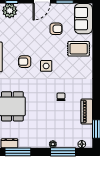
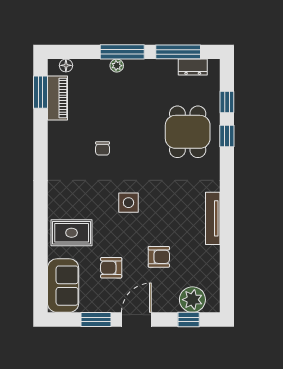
armchair: (25, 62) -> (159, 257), moved
piano: (87, 112) -> (57, 98), moved
window: (63, 152) -> (122, 52), moved

